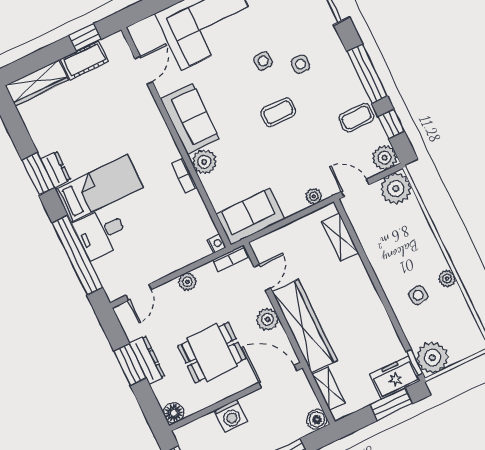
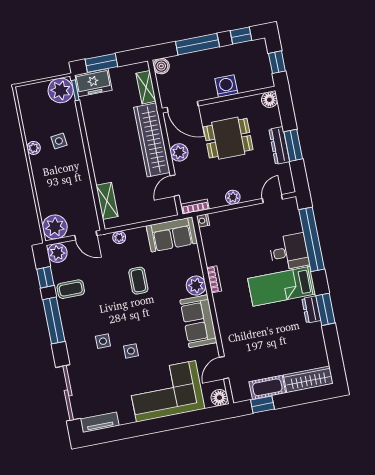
floor lamp: (140, 32) -> (219, 398), added
coffee table: (278, 112) -> (138, 281), moved, turned 90

